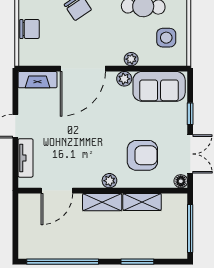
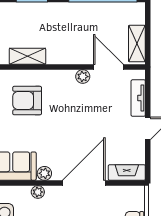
plant: (109, 181) -> (83, 77), moved
door: (57, 191) -> (108, 67), hinge flipped
shelving: (102, 202) -> (137, 44), moved, turned 90

